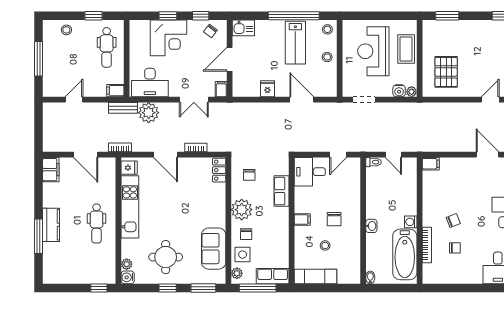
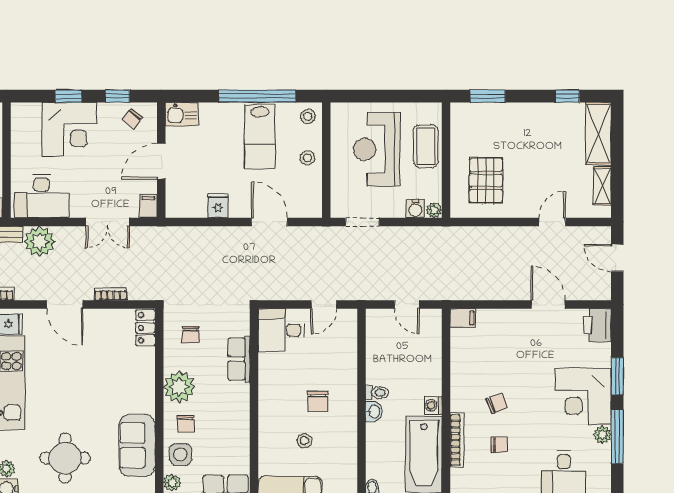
toilet: (374, 162) -> (377, 393), moved
filing cabinet: (302, 220) -> (270, 402), removed

